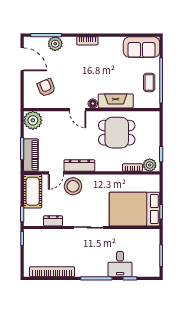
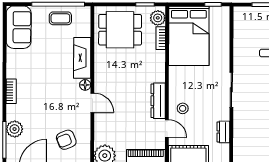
door: (78, 110) -> (92, 103), hinge flipped
dining table: (117, 133) -> (120, 30), moved, turned 90
stool: (73, 186) -> (183, 108), width x0.53, depth x0.53
bed: (134, 209) -> (189, 36), moved

